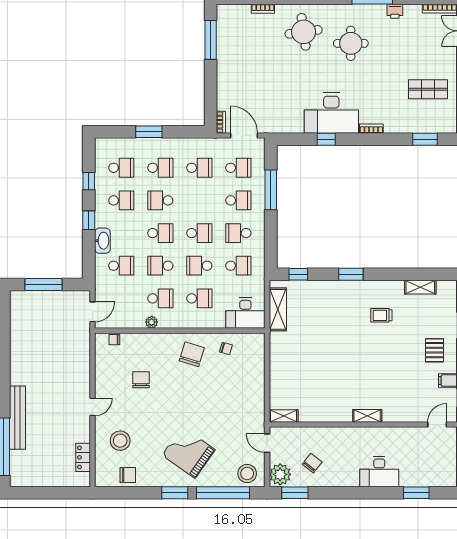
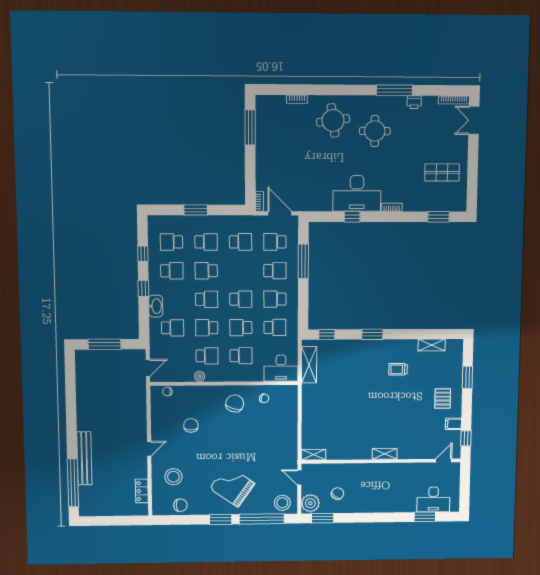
school desk: (121, 168) -> (171, 242), turned 180
school desk: (238, 168) -> (275, 242), turned 180
desk: (379, 472) -> (433, 500), moved

